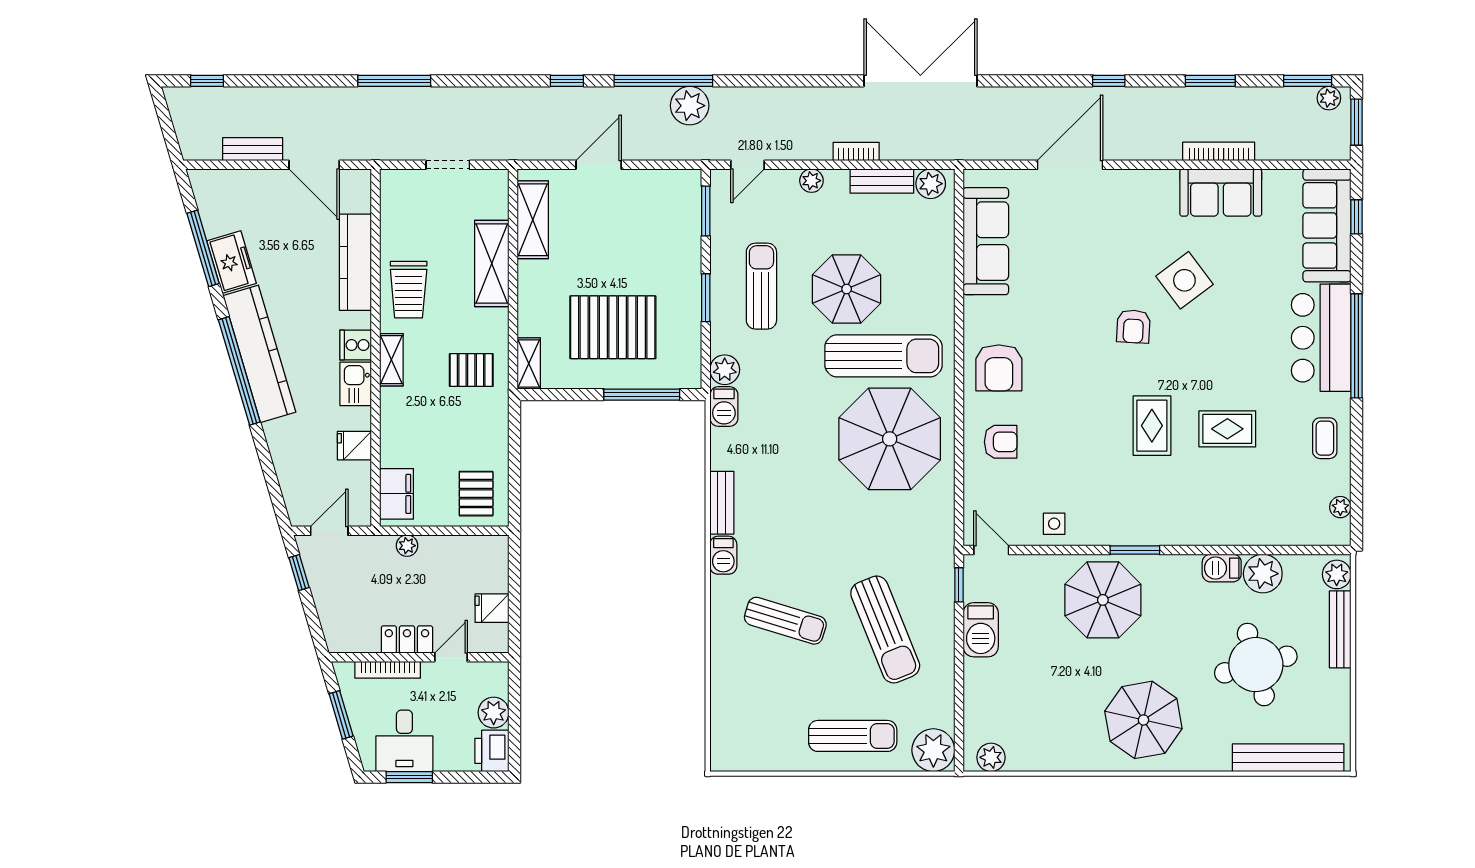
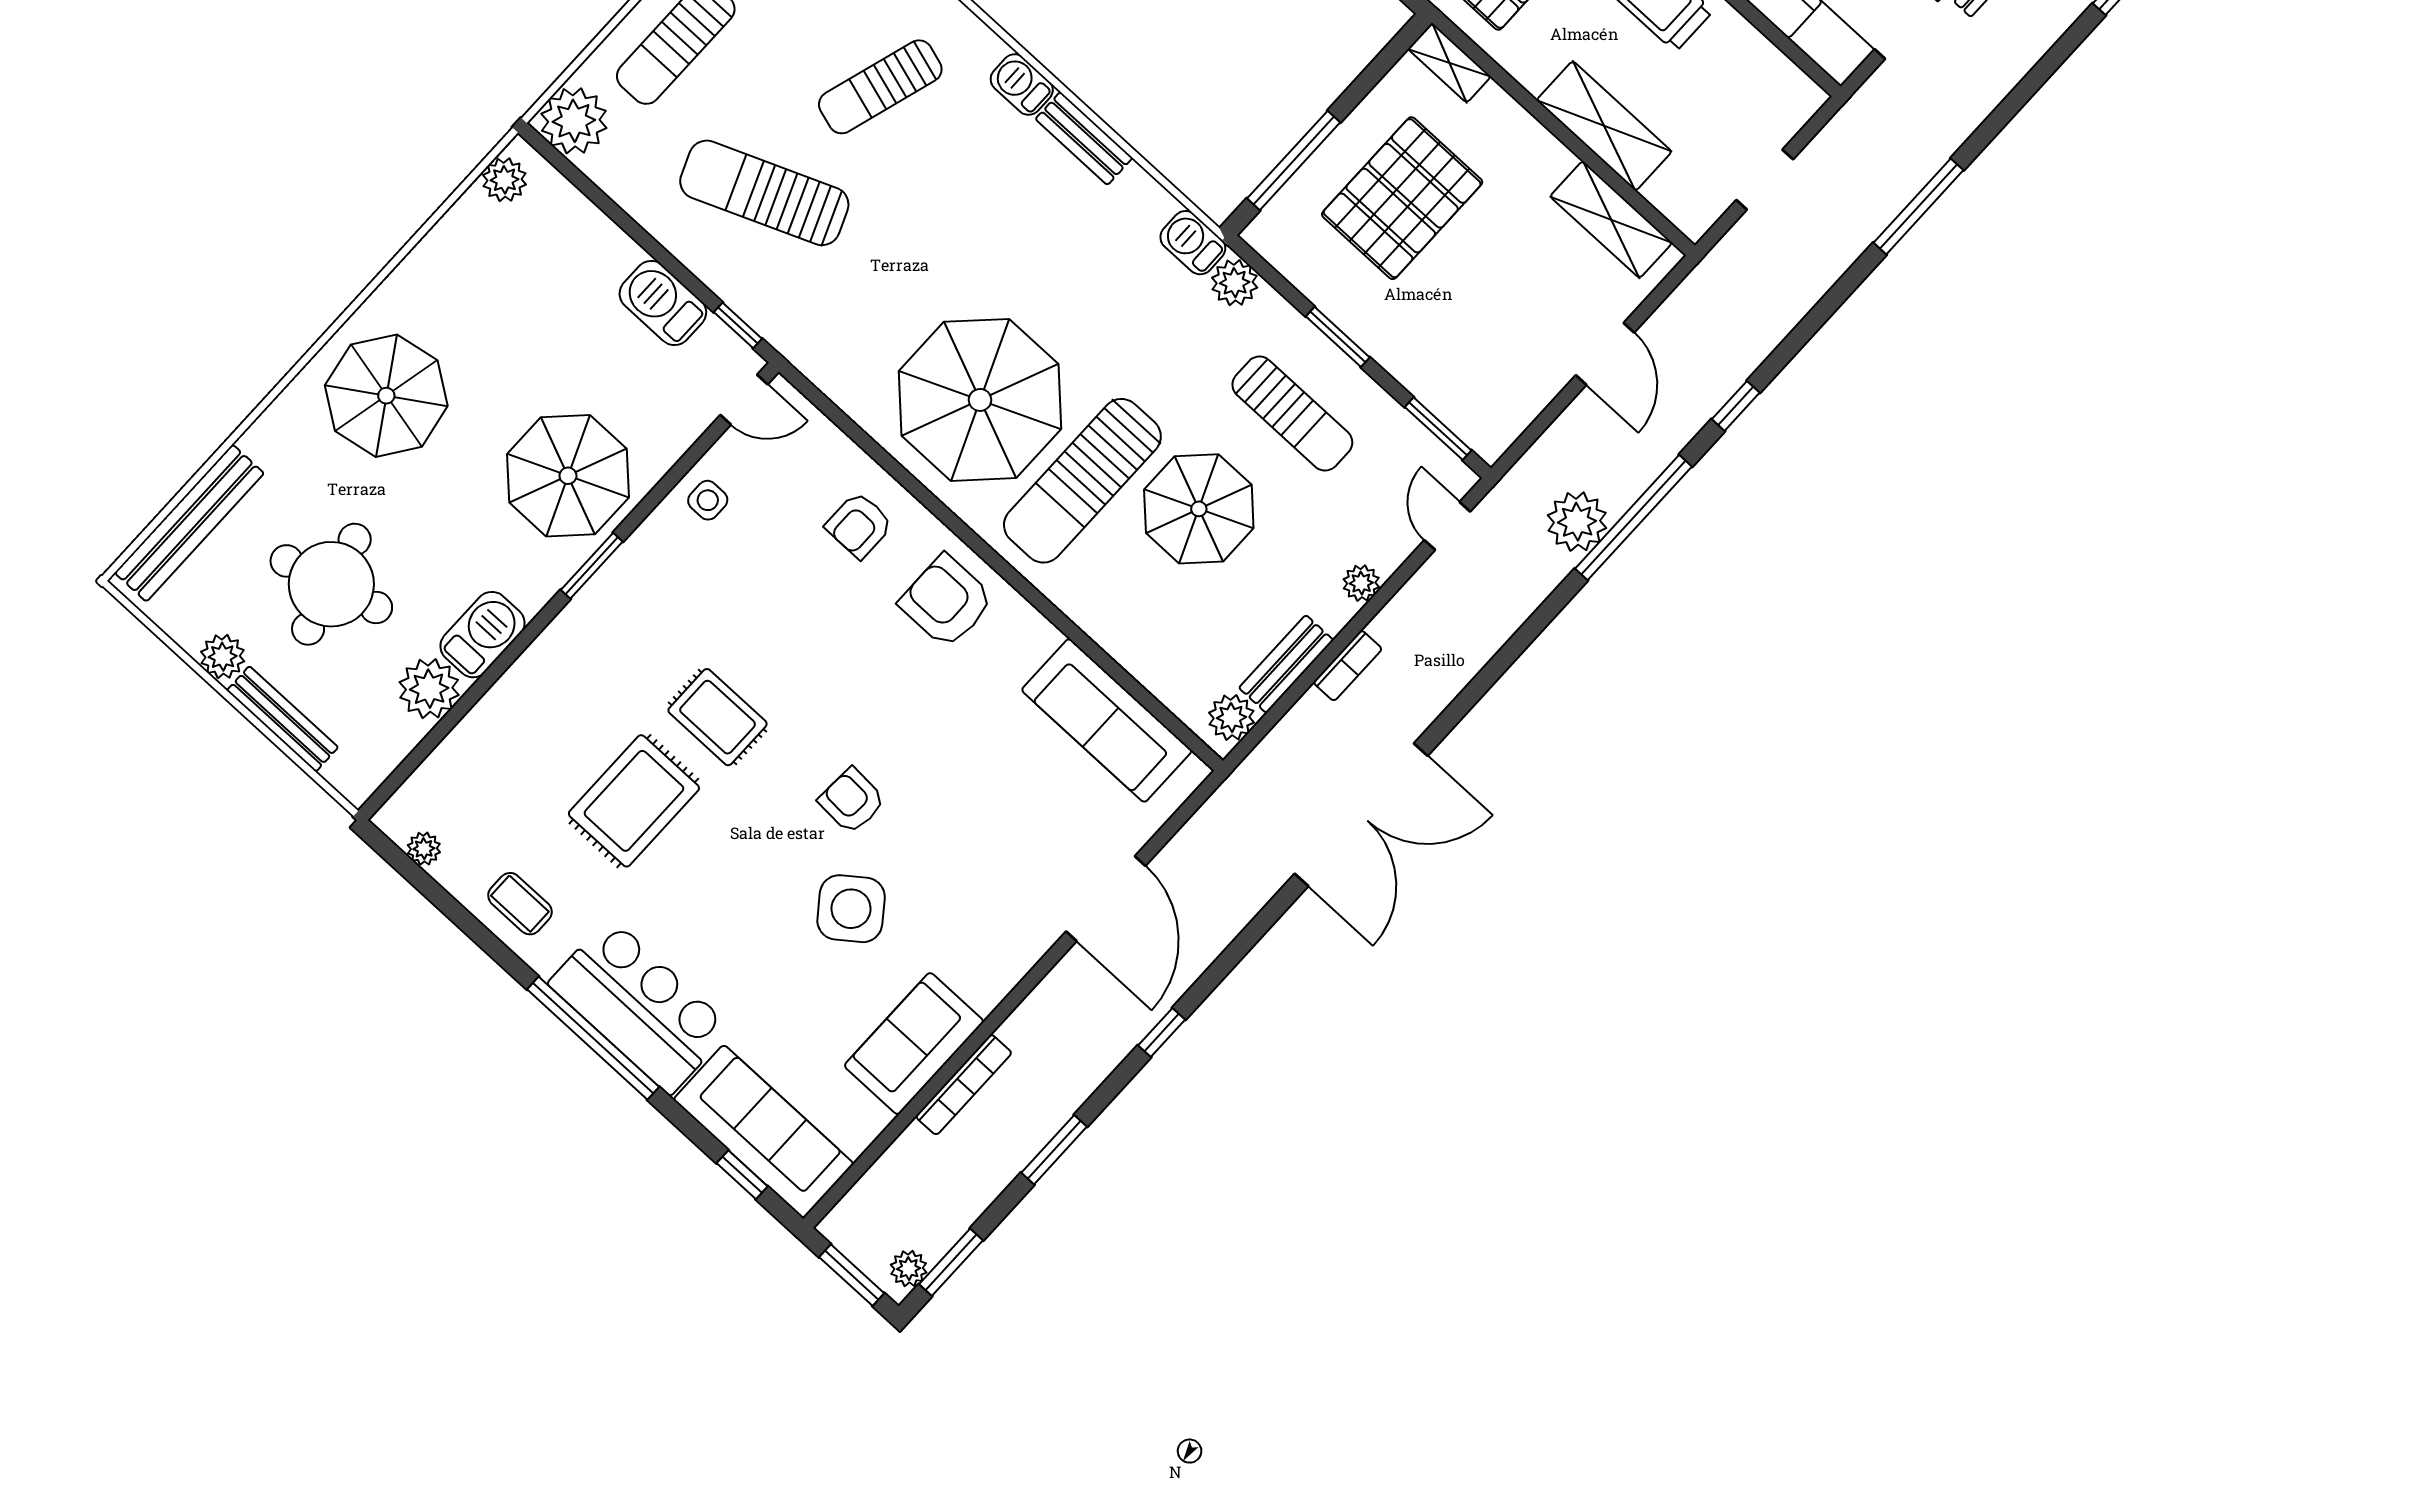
rug: (1227, 429) -> (634, 801), width x1.36, depth x1.43
barbecue: (1222, 568) -> (483, 635), width x1.38, depth x1.27
plant: (1337, 574) -> (223, 657), moved

